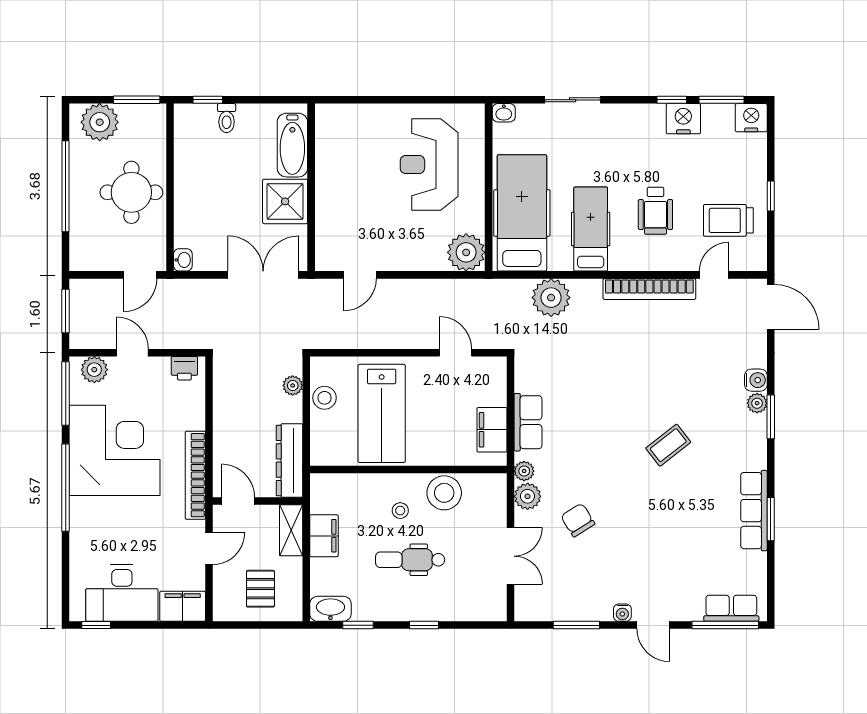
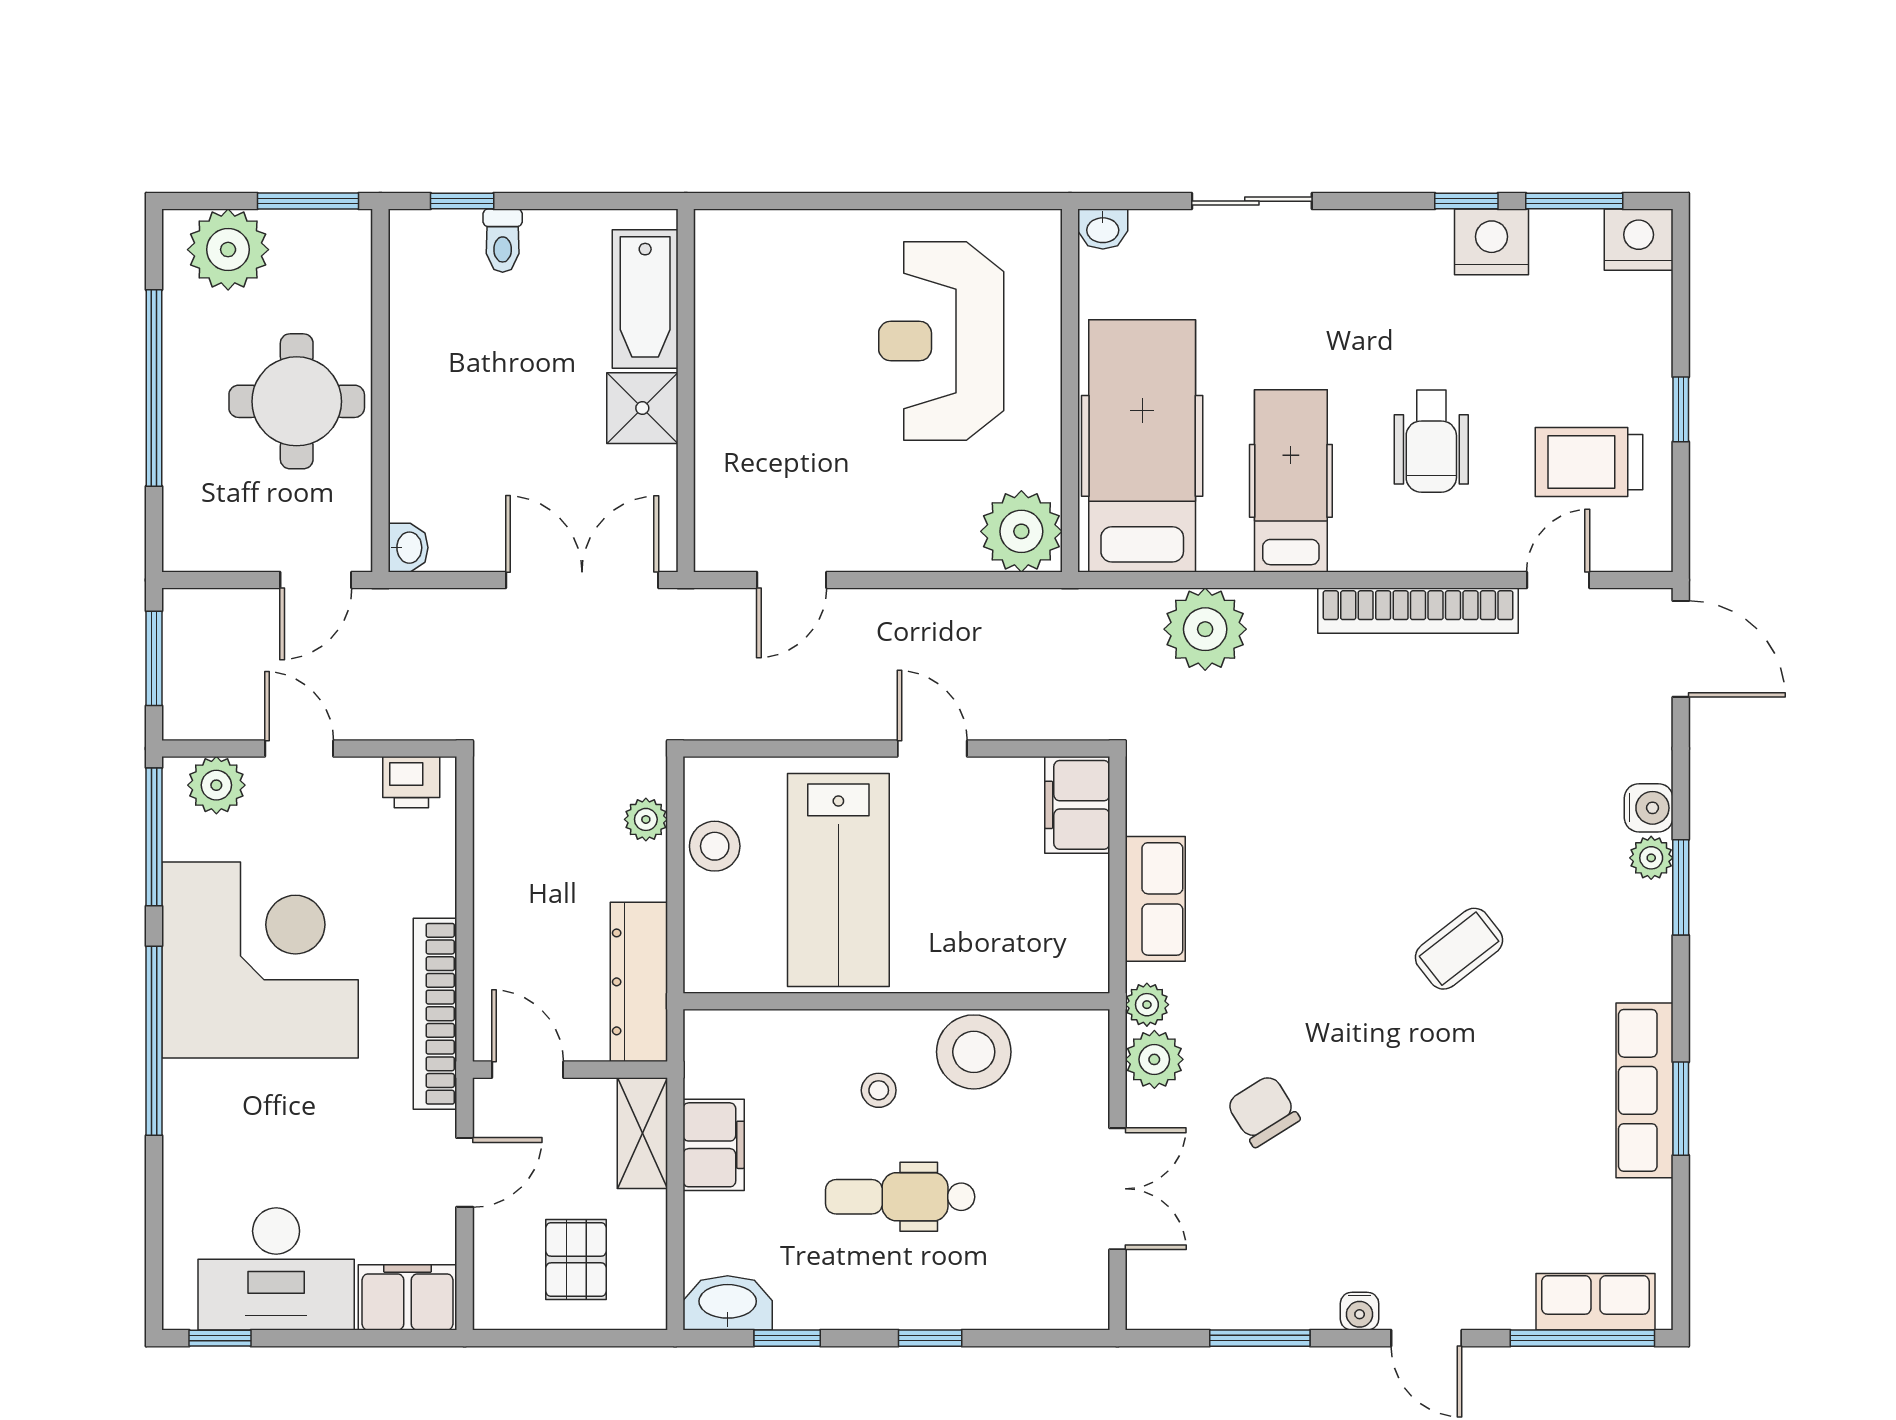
shower: (285, 201) -> (642, 408), width x0.73, depth x0.73
door: (456, 353) -> (932, 749), moved
filing cabinet: (492, 430) -> (1077, 805), moved

